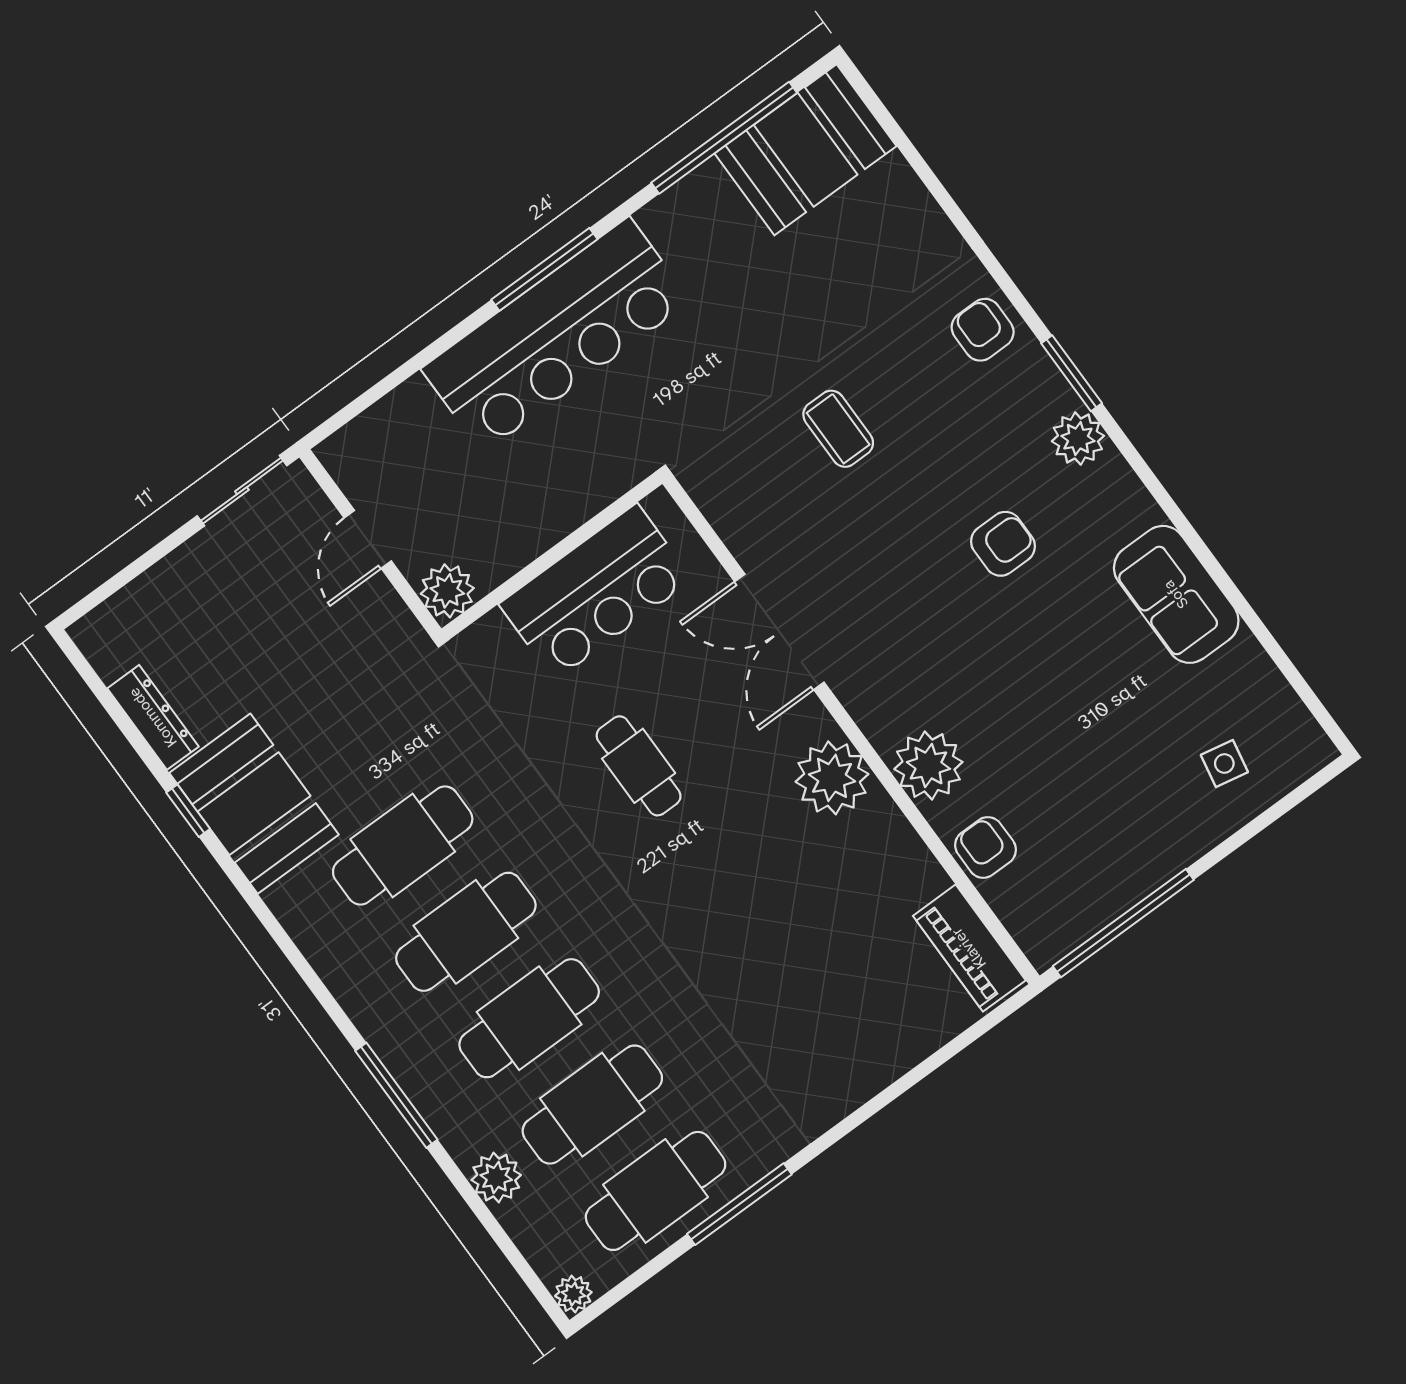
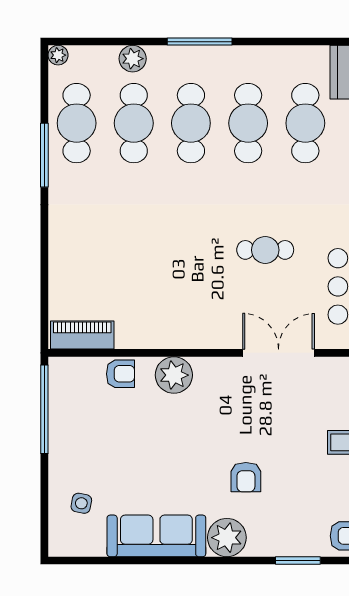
plant: (1078, 439) -> (227, 538), moved, width x1.36, depth x1.36
sofa: (1176, 594) -> (156, 536), width x1.36
plant: (832, 778) -> (199, 330), removed

